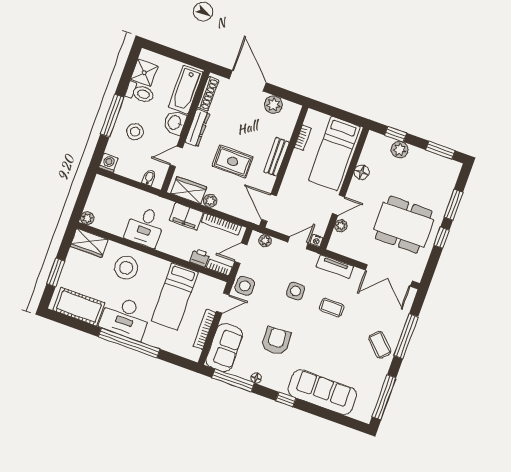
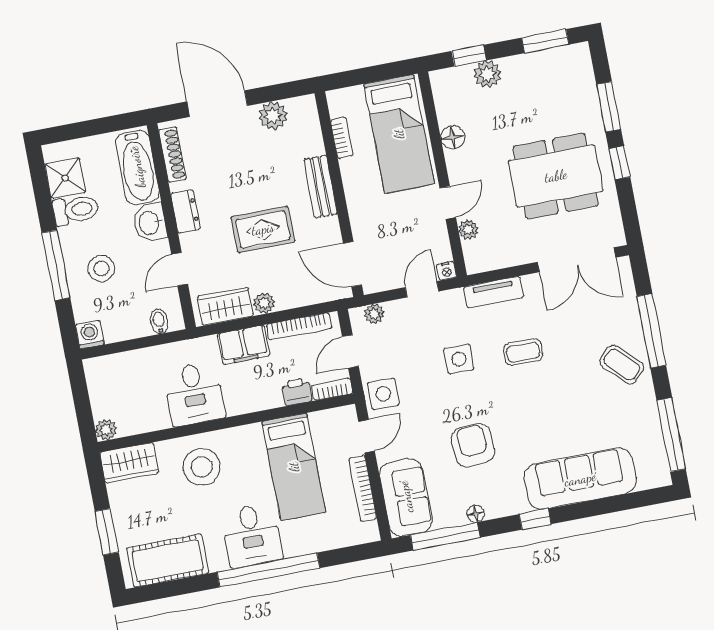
dresser: (197, 128) -> (186, 211), width x0.70
desk: (125, 317) -> (252, 535), width x0.73

